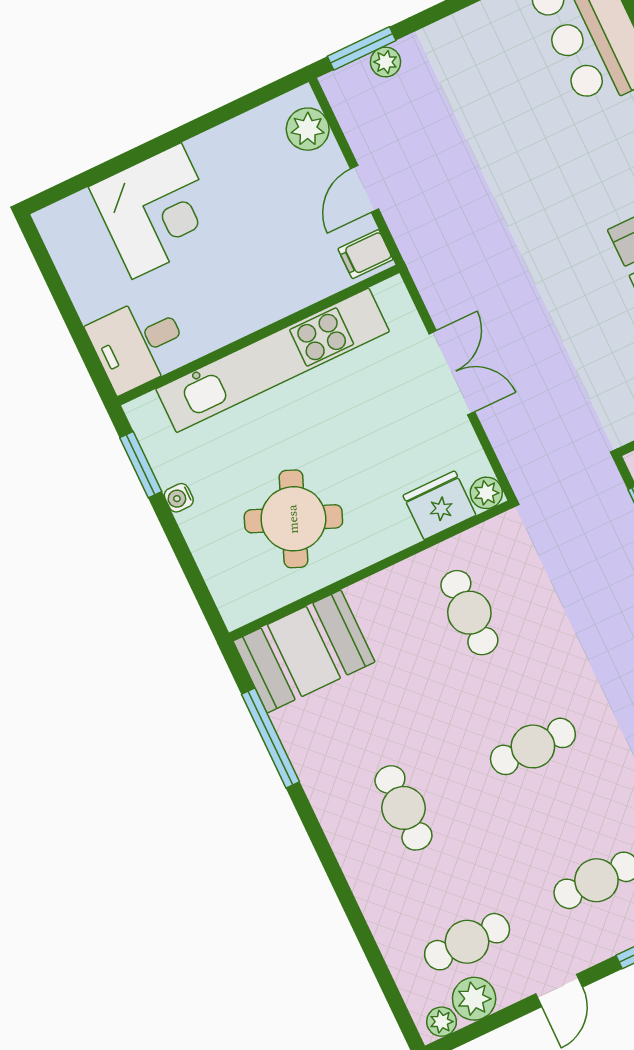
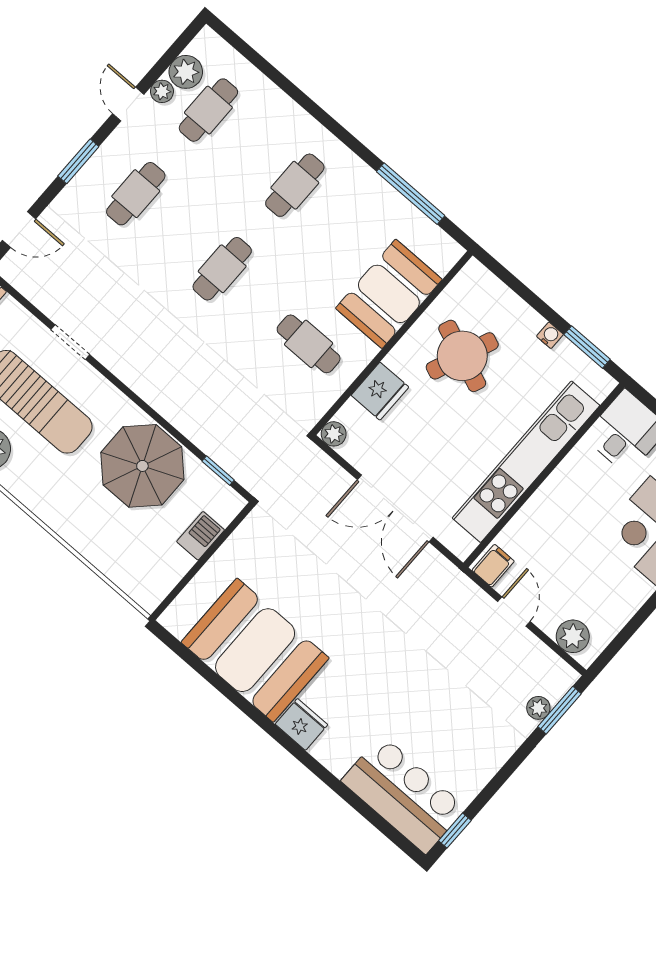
double door: (452, 373) -> (395, 508), width x1.37
fridge: (439, 505) -> (380, 391), moved
booth: (304, 651) -> (389, 294), moved
cafe table: (403, 808) -> (295, 185), turned 90
plant: (442, 1022) -> (162, 91), moved

